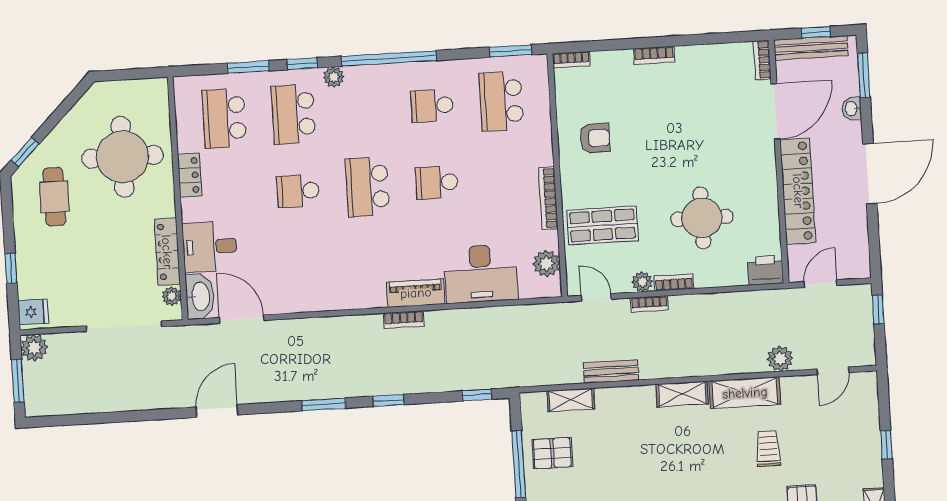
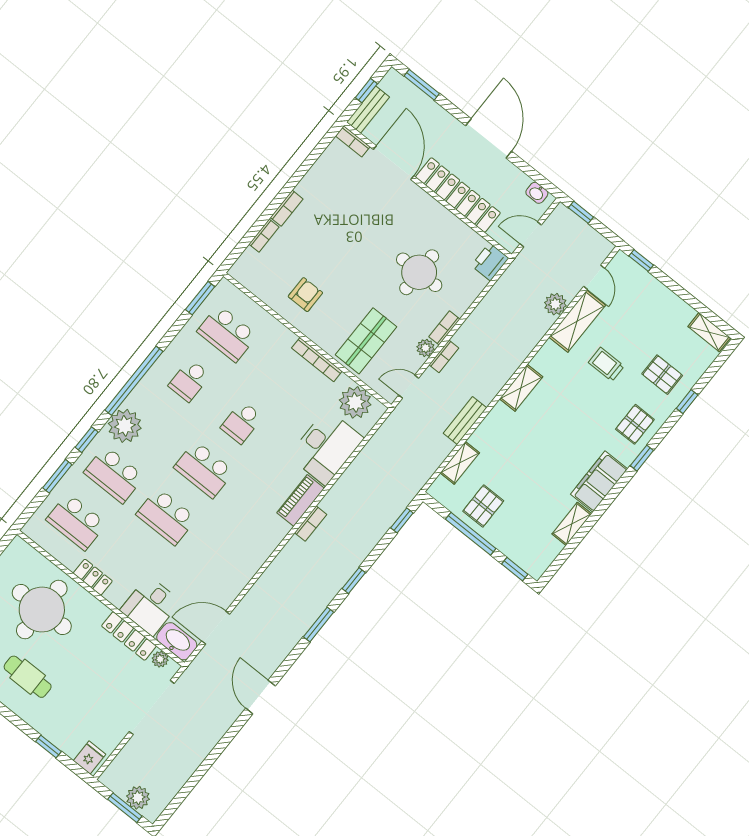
bench: (811, 48) -> (368, 110), width x0.73
bookcase: (571, 60) -> (264, 236), moved
plant: (334, 77) -> (125, 426), width x1.88, depth x1.88
washbasin: (852, 109) -> (537, 193), moved
school desk: (298, 191) -> (166, 516), width x1.85
plant: (546, 264) -> (355, 402), width x1.36, depth x1.36
door: (820, 284) -> (531, 234), hinge flipped
plant: (34, 348) -> (138, 798), moved
shelving: (745, 393) -> (577, 321), moved
window: (886, 445) -> (641, 261), moved

